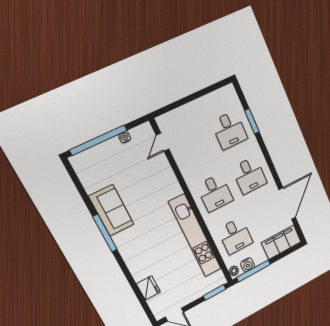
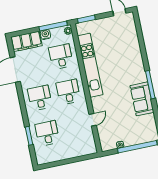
door: (163, 142) -> (93, 120), moved
water cooler: (248, 265) -> (45, 34), moved
fridge: (148, 288) -> (132, 38), removed

